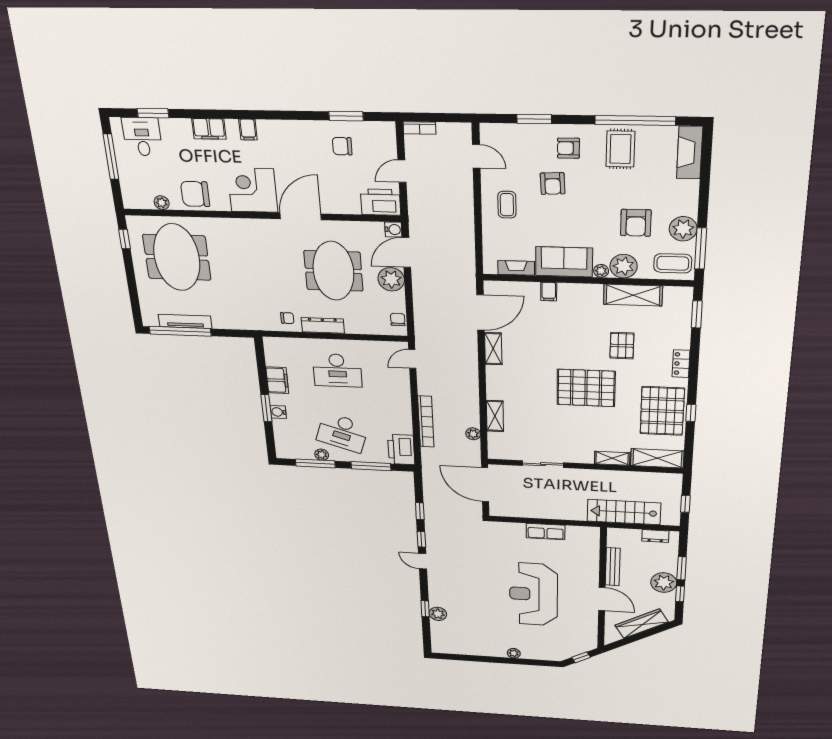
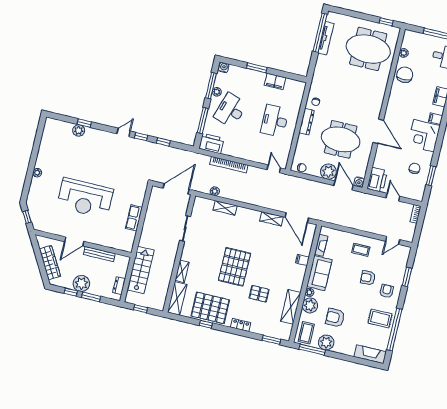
corner desk: (252, 190) -> (424, 136), moved, turned 180
water cooler: (278, 412) -> (224, 68), moved
reception desk: (534, 594) -> (85, 198), turned 180

